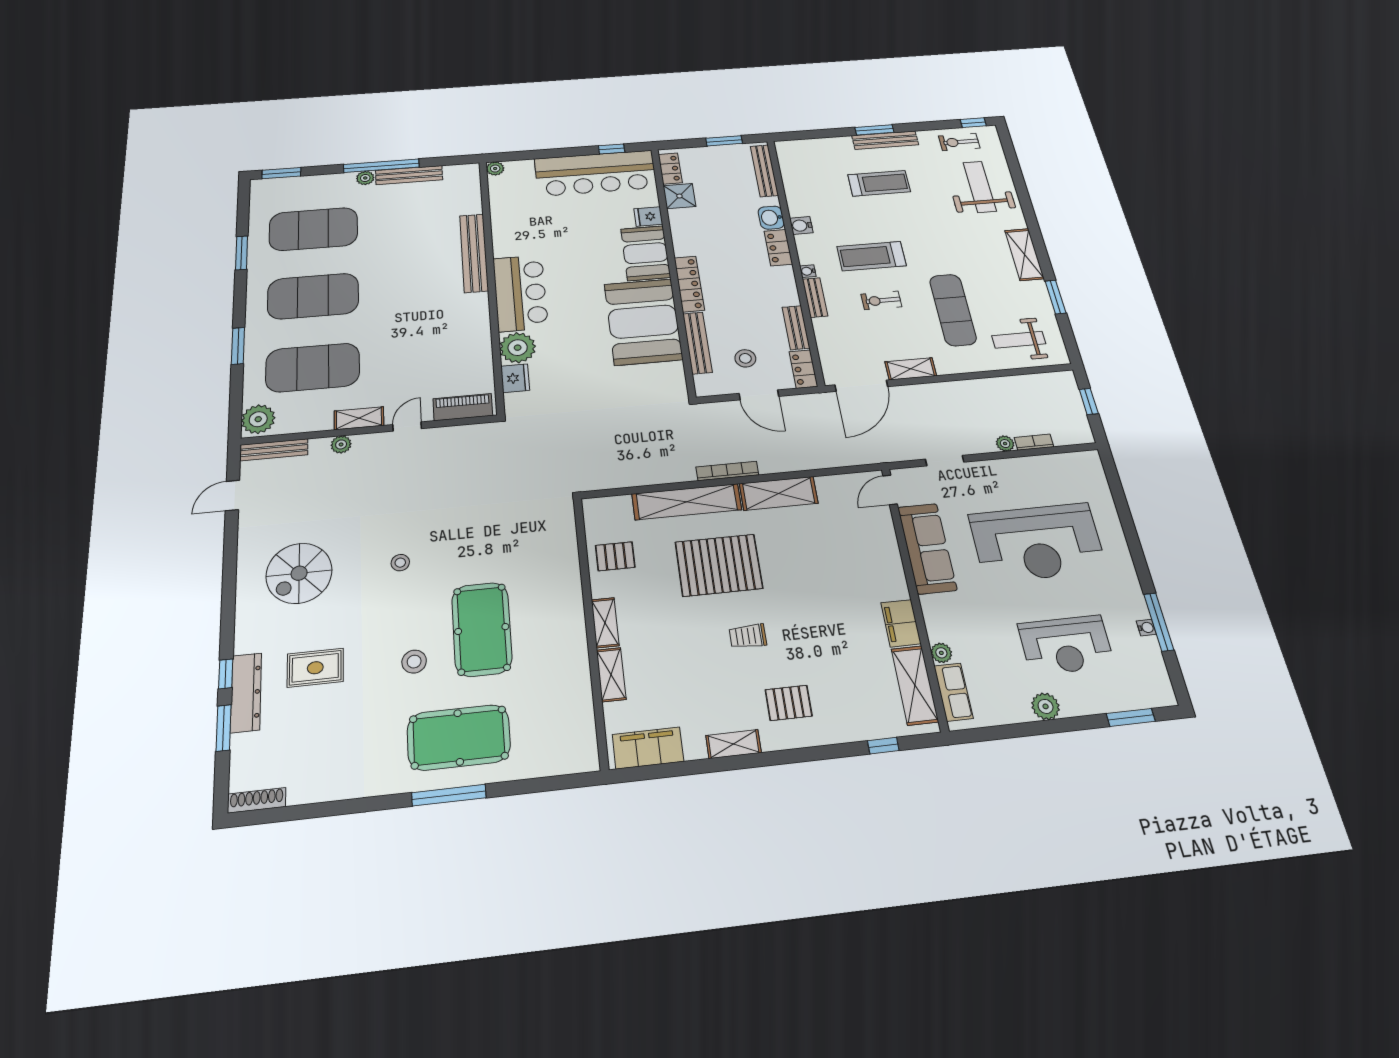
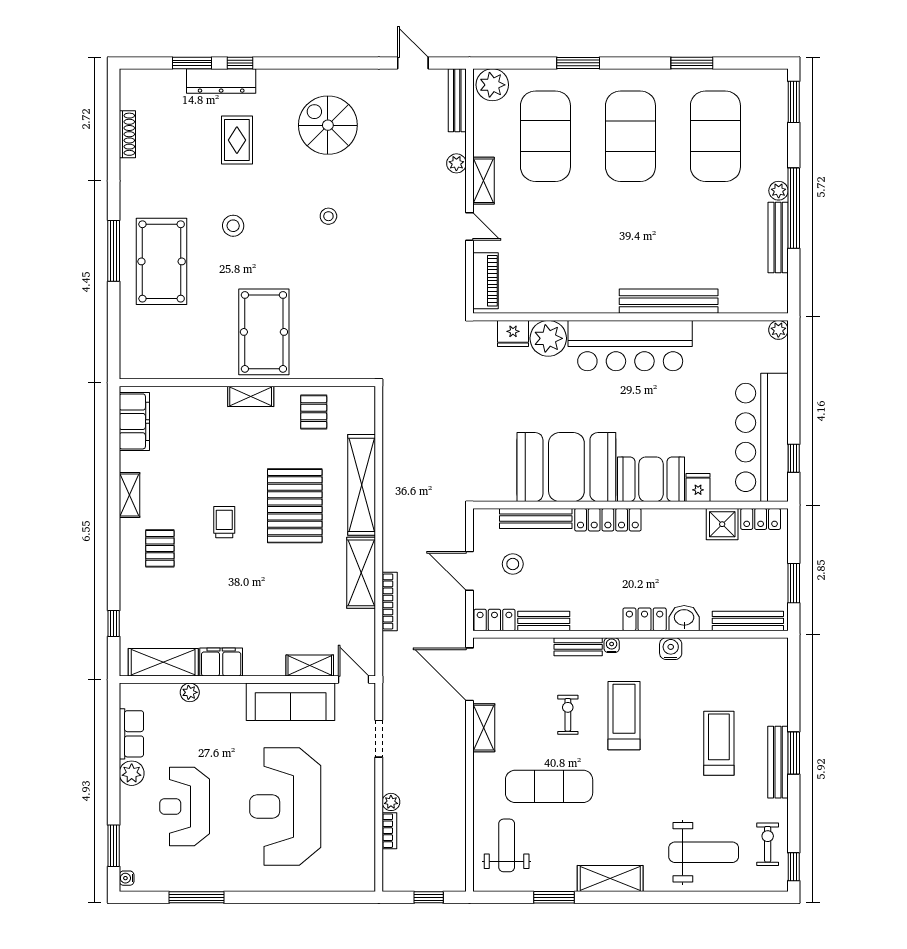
treadmill: (879, 183) -> (719, 743), turned 180
bar counter: (520, 293) -> (630, 346), width x1.36
door: (759, 395) -> (470, 571), hinge flipped
bookcase: (727, 471) -> (390, 601), moved
water cooler: (1146, 628) -> (127, 878), moved, turned 90
pool table: (482, 629) -> (264, 332), moved, turned 90
shelving: (611, 675) -> (310, 666), moved
row of seats: (953, 692) -> (131, 734), moved, turned -90
shoe rack: (257, 800) -> (127, 134), moved

